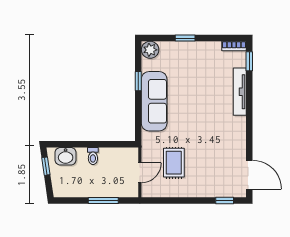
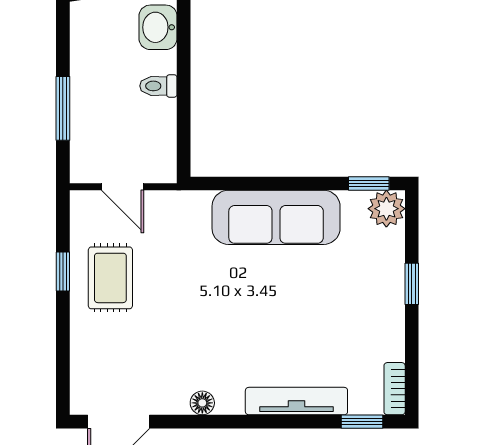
window: (138, 81) -> (369, 183), moved
floor lamp: (241, 136) -> (202, 403), added
rug: (174, 163) -> (110, 278), moved, turned 90
window: (225, 201) -> (63, 271), moved

